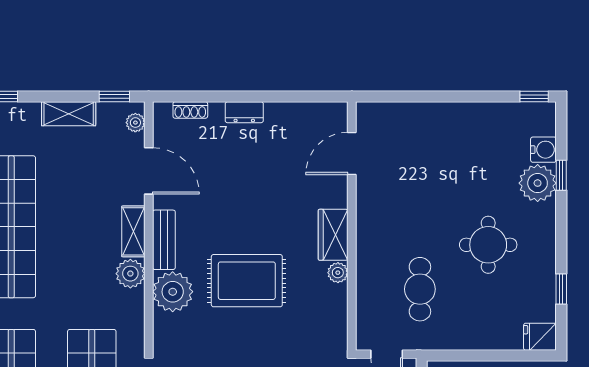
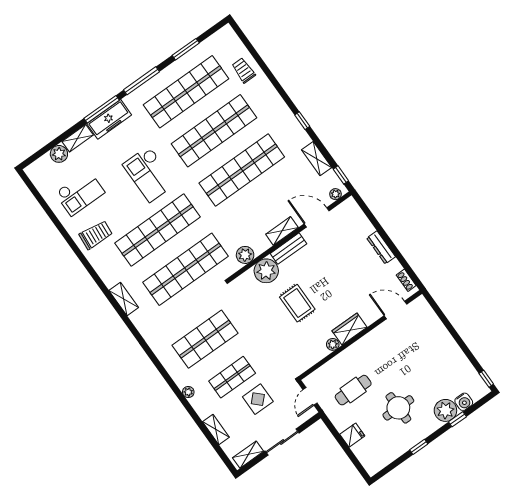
shoe rack: (190, 110) -> (406, 280), moved
dresser: (244, 112) -> (381, 247), width x1.44
door: (149, 171) -> (317, 217), swing flipped
plant: (130, 274) -> (245, 255), moved
rug: (247, 281) -> (297, 303), width x0.73, depth x0.70
window: (561, 289) -> (419, 447), moved
fridge: (540, 337) -> (352, 435), moved, turned 90

